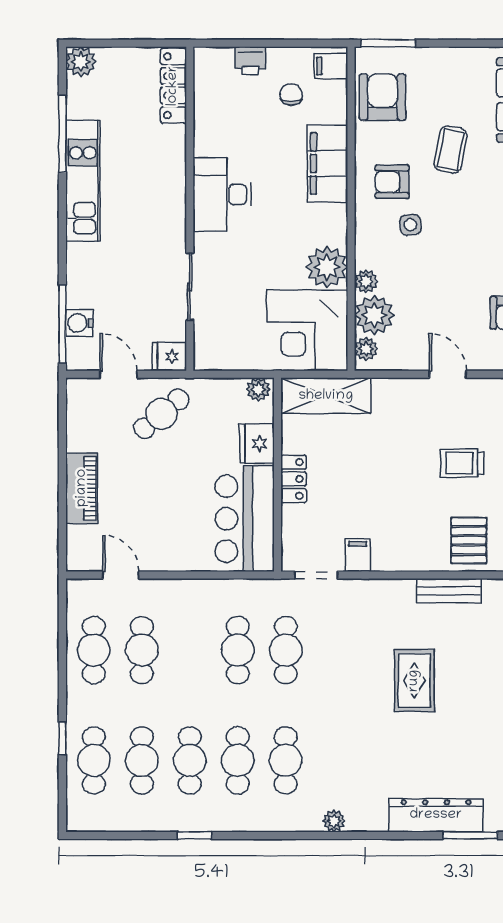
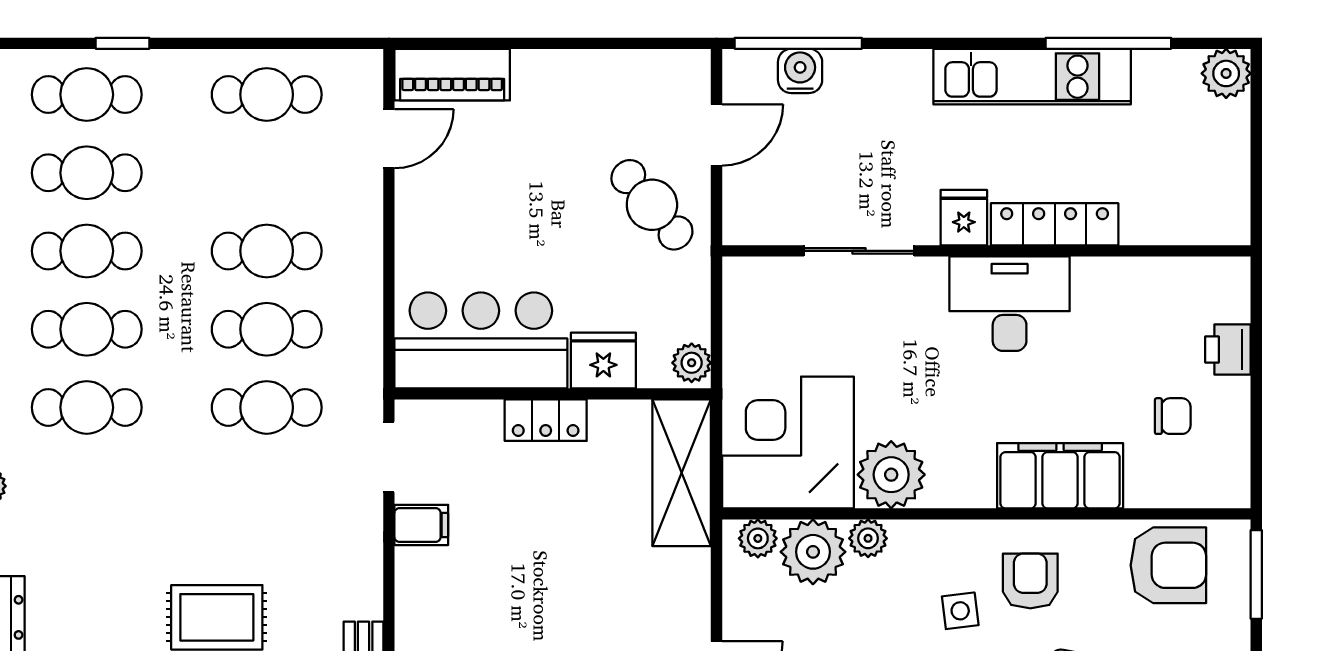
filing cabinet: (331, 66) -> (1219, 481), removed
locker: (173, 86) -> (1055, 224), moved
fridge: (169, 357) -> (964, 218), moved
piano: (82, 488) -> (452, 75), moved
cafe table: (142, 650) -> (267, 251), moved

